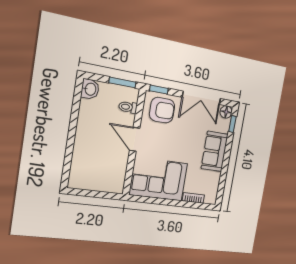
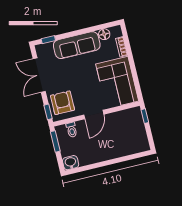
double door: (201, 98) -> (39, 75), swing flipped
floor lamp: (226, 112) -> (104, 34), moved
sofa: (215, 151) -> (77, 45), width x1.36
window: (109, 196) -> (145, 116), added

